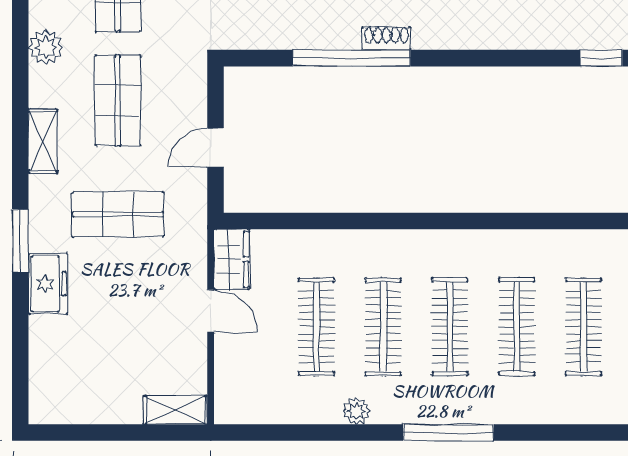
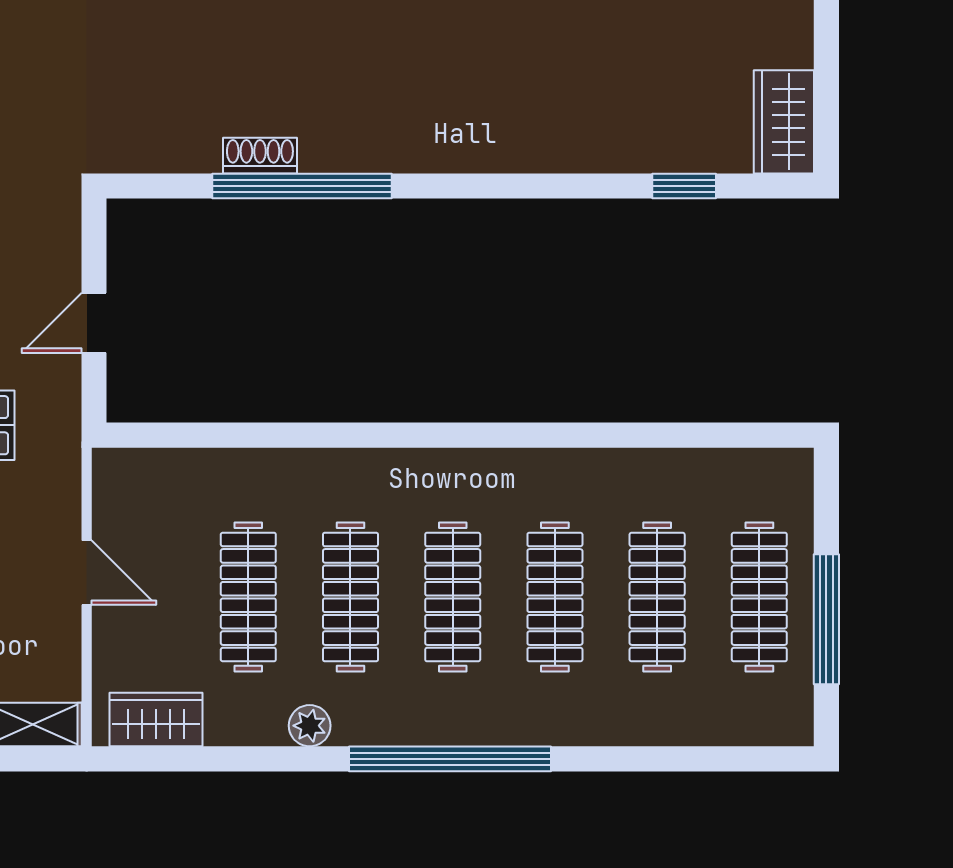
shoe rack: (386, 38) -> (260, 156), moved
wardrobe: (231, 259) -> (156, 720), moved, turned -90
window: (448, 433) -> (450, 759), width x1.46

